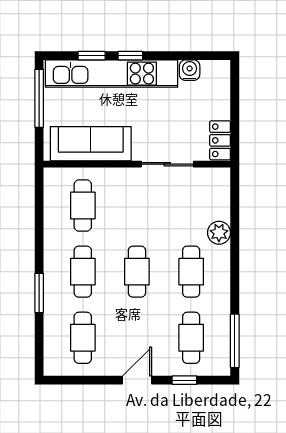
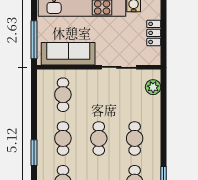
window: (39, 98) -> (34, 40), moved
locker: (220, 140) -> (154, 33), moved
plant: (219, 233) -> (153, 87), moved

